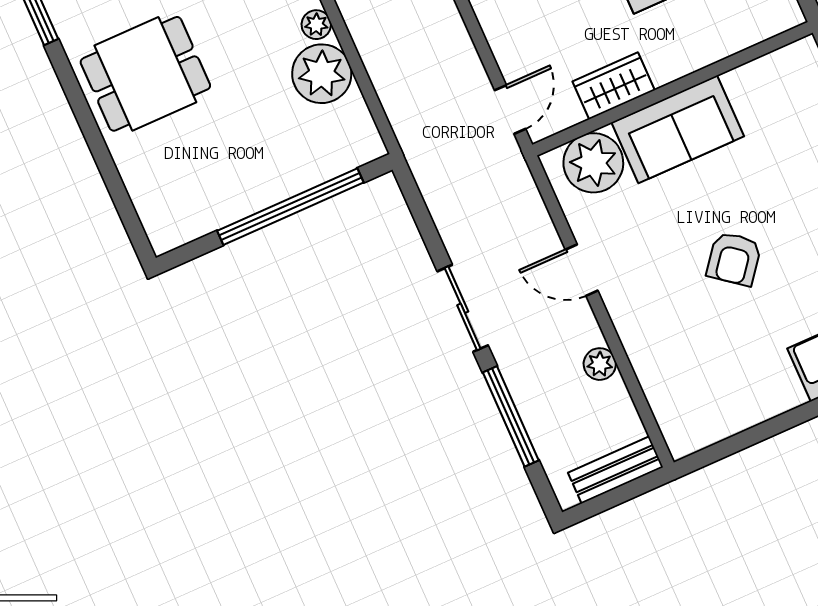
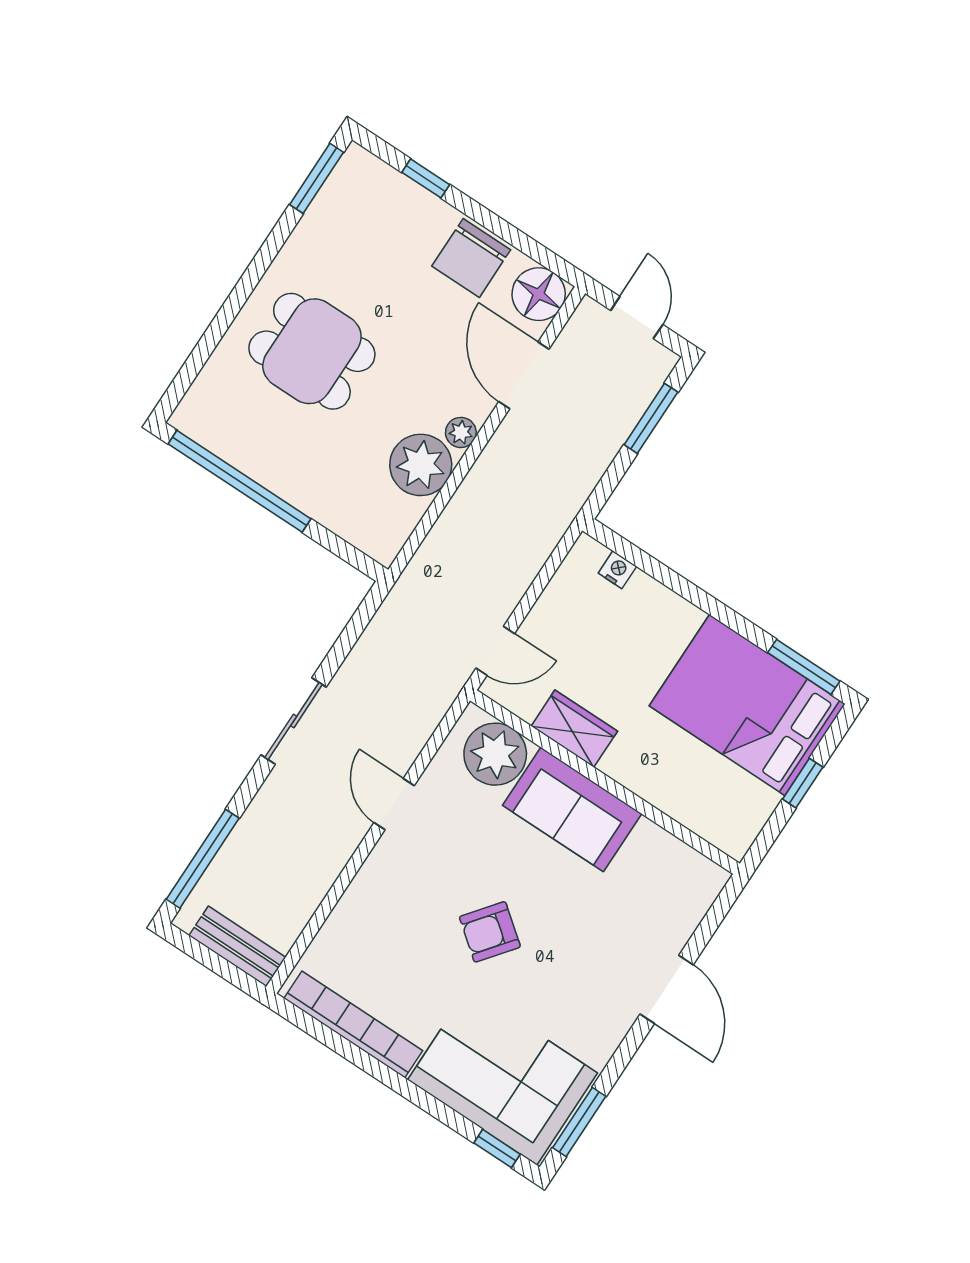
dining table: (145, 74) -> (312, 351), moved
window: (290, 207) -> (239, 481), moved
plant: (600, 364) -> (322, 873), removed
window: (511, 416) -> (203, 859), moved
bookcase: (738, 417) -> (353, 1024), added

